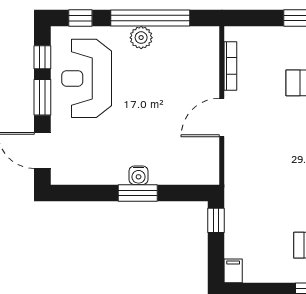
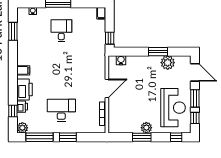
window: (150, 18) -> (142, 137), width x0.47
plant: (98, 171) -> (168, 63), added
water cooler: (139, 175) -> (121, 60), moved
window: (138, 193) -> (158, 52), moved

